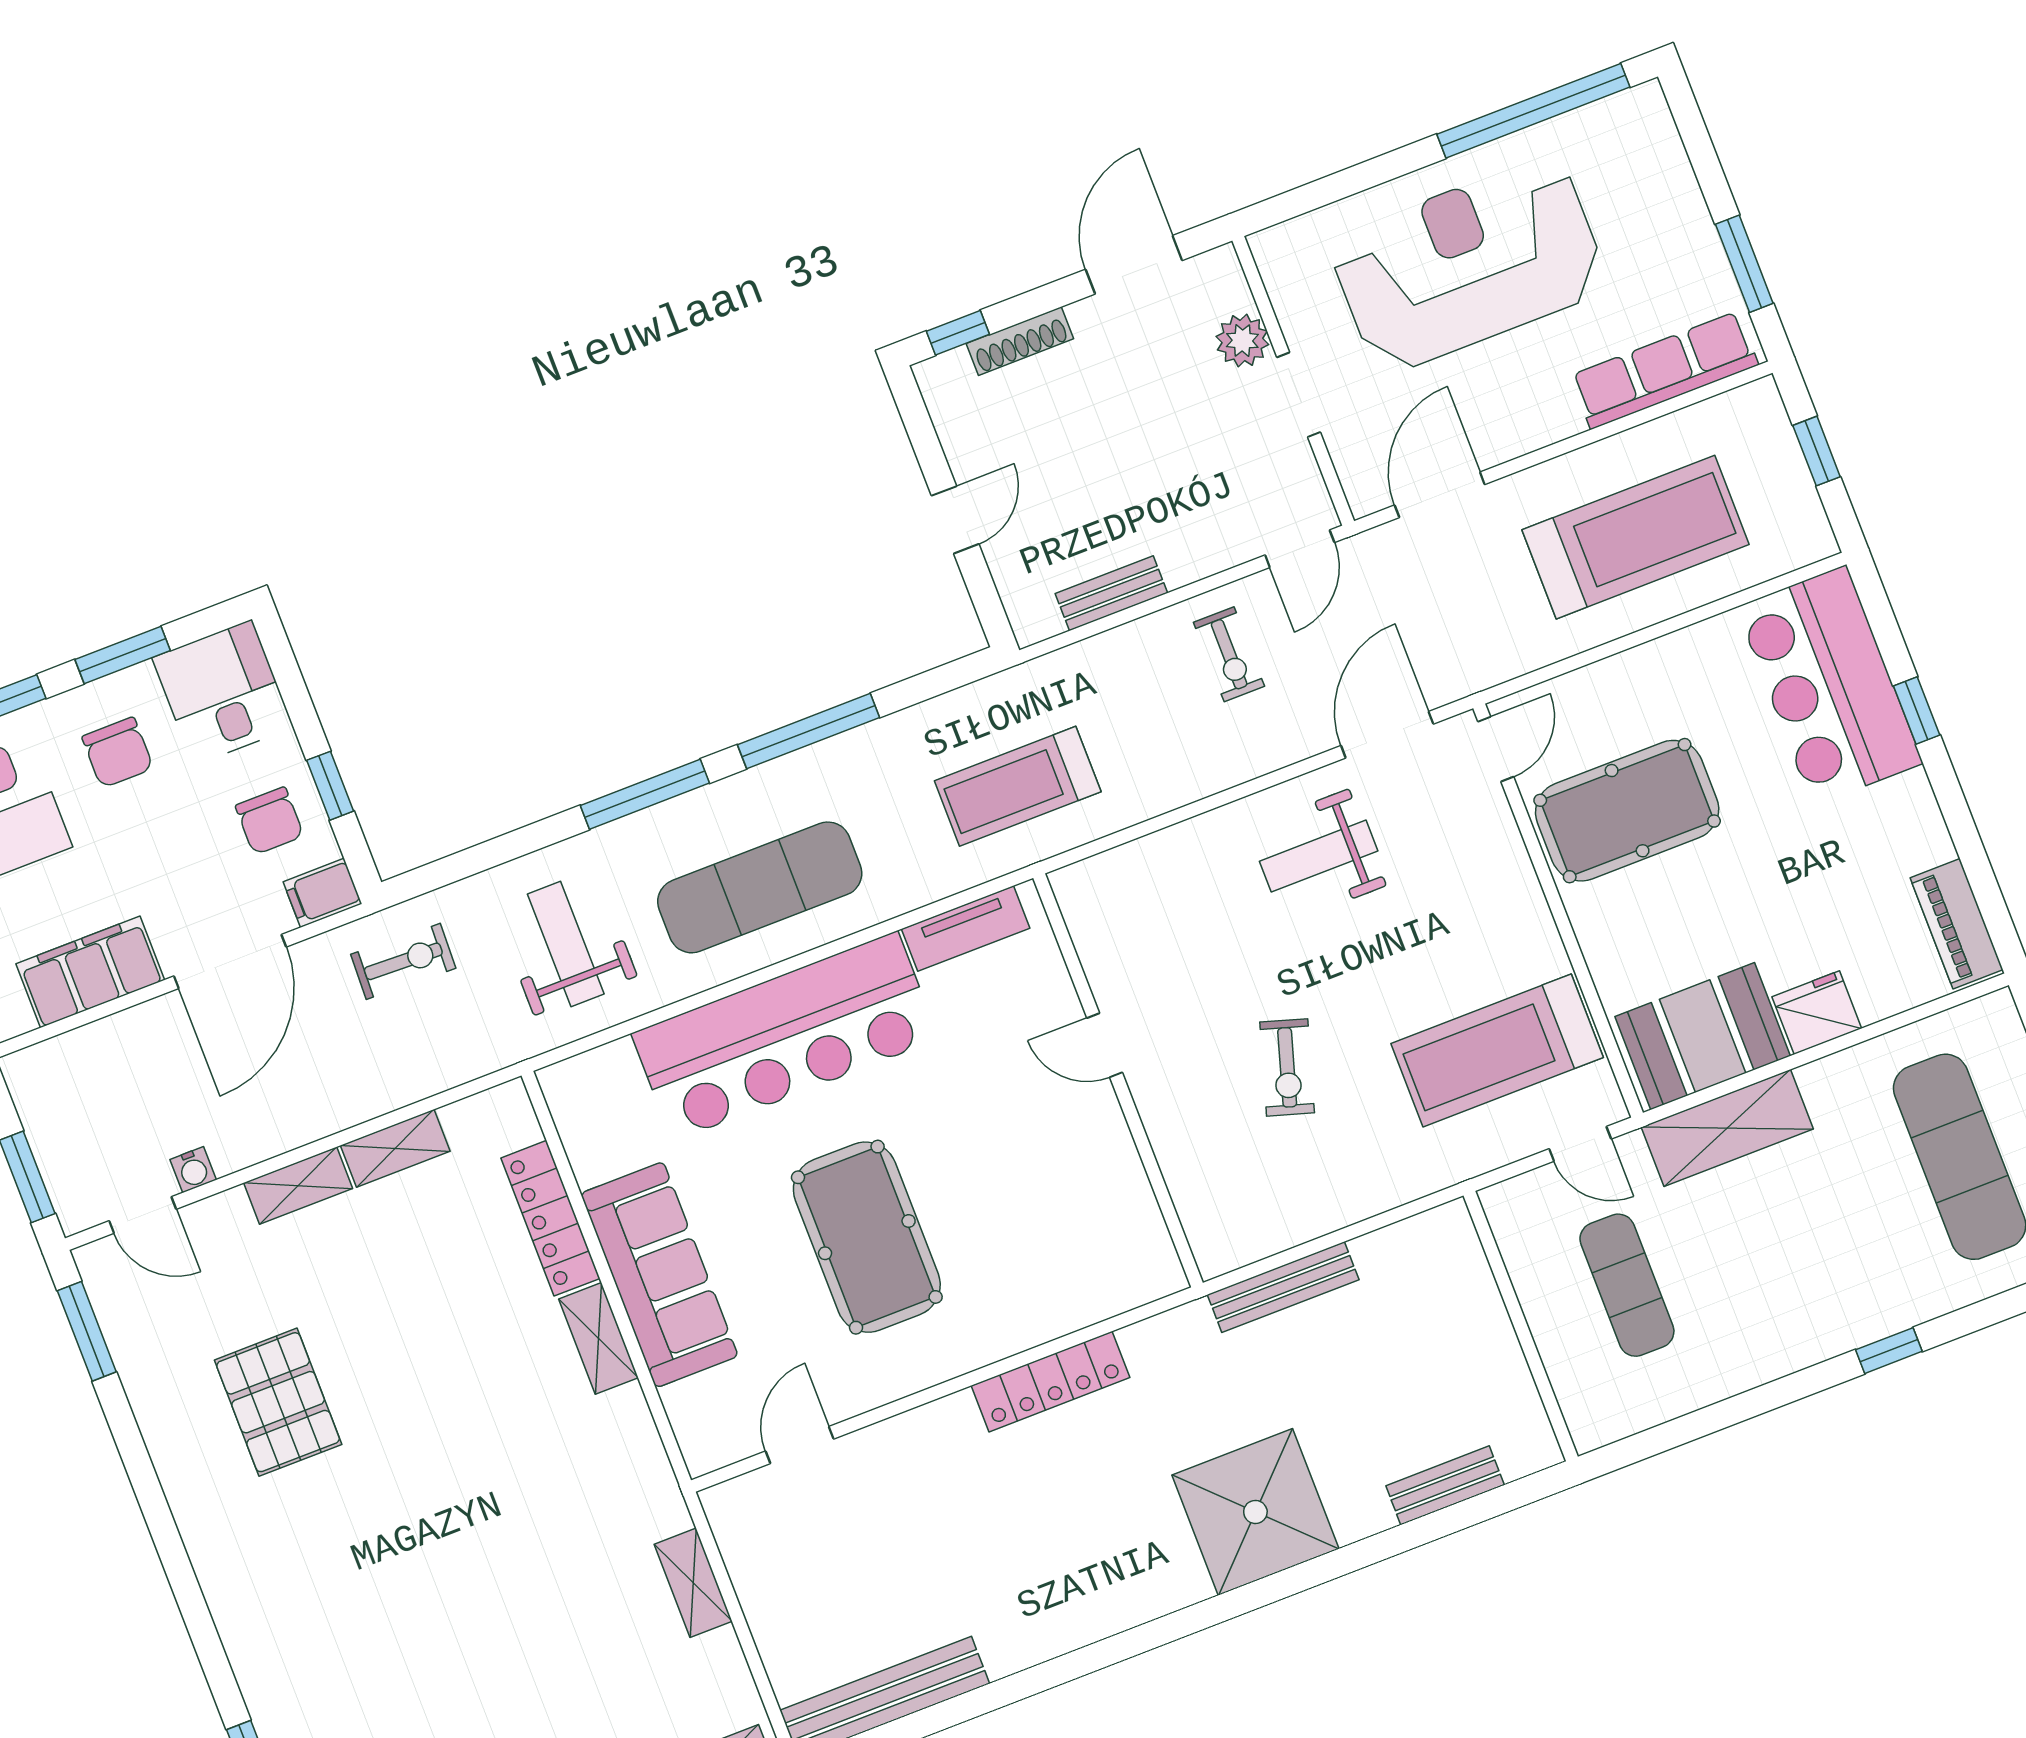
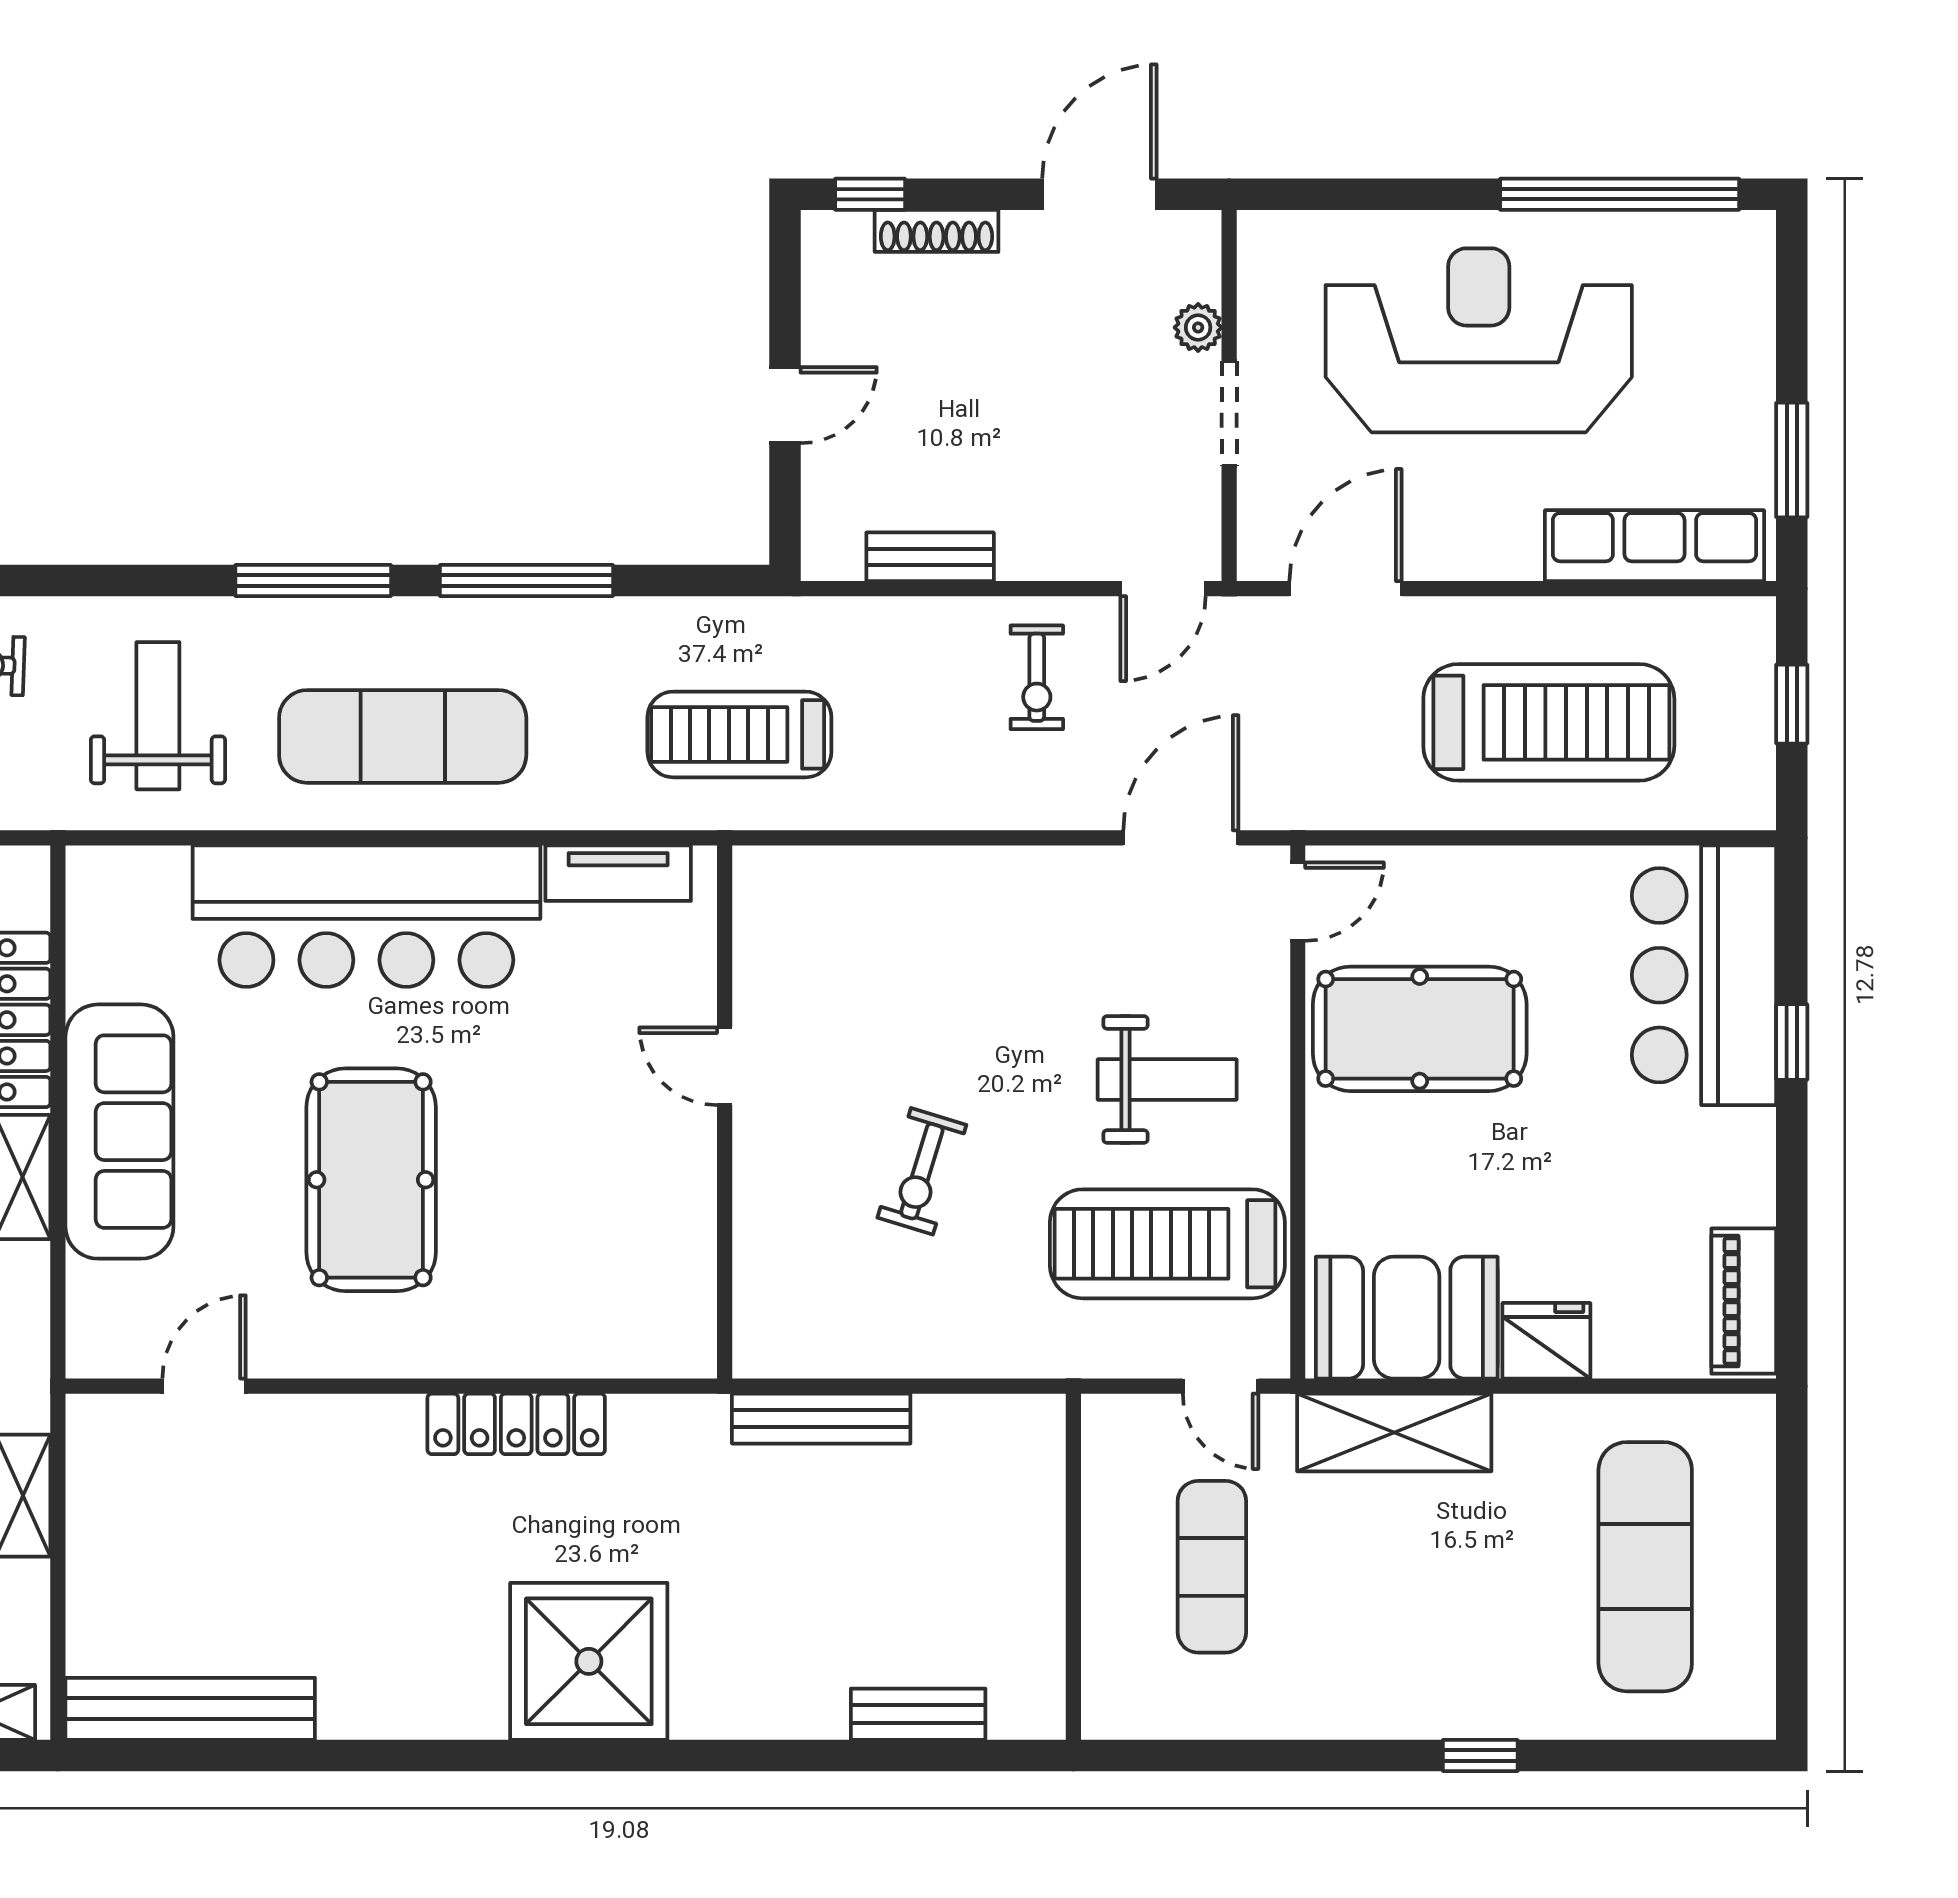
plant: (1242, 341) -> (1198, 327), width x0.73, depth x0.73
weight bench: (1319, 856) -> (1167, 1079), moved, turned 180
shower: (1255, 1512) -> (589, 1661), moved

